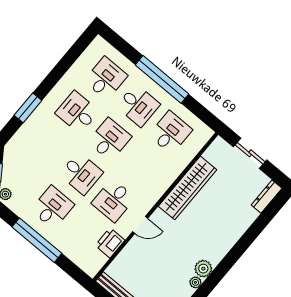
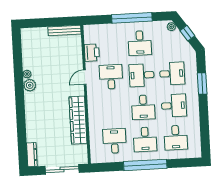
desk: (138, 105) -> (145, 139), turned -90
desk: (170, 133) -> (114, 141), turned 180
desk: (49, 146) -> (172, 73), added
sliding door: (250, 153) -> (62, 169), width x1.37

